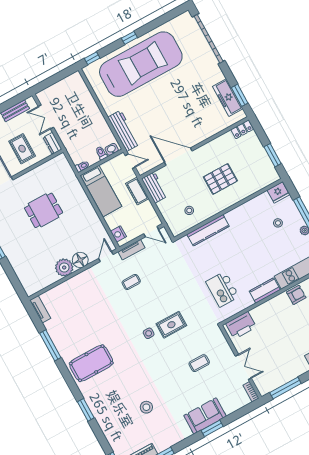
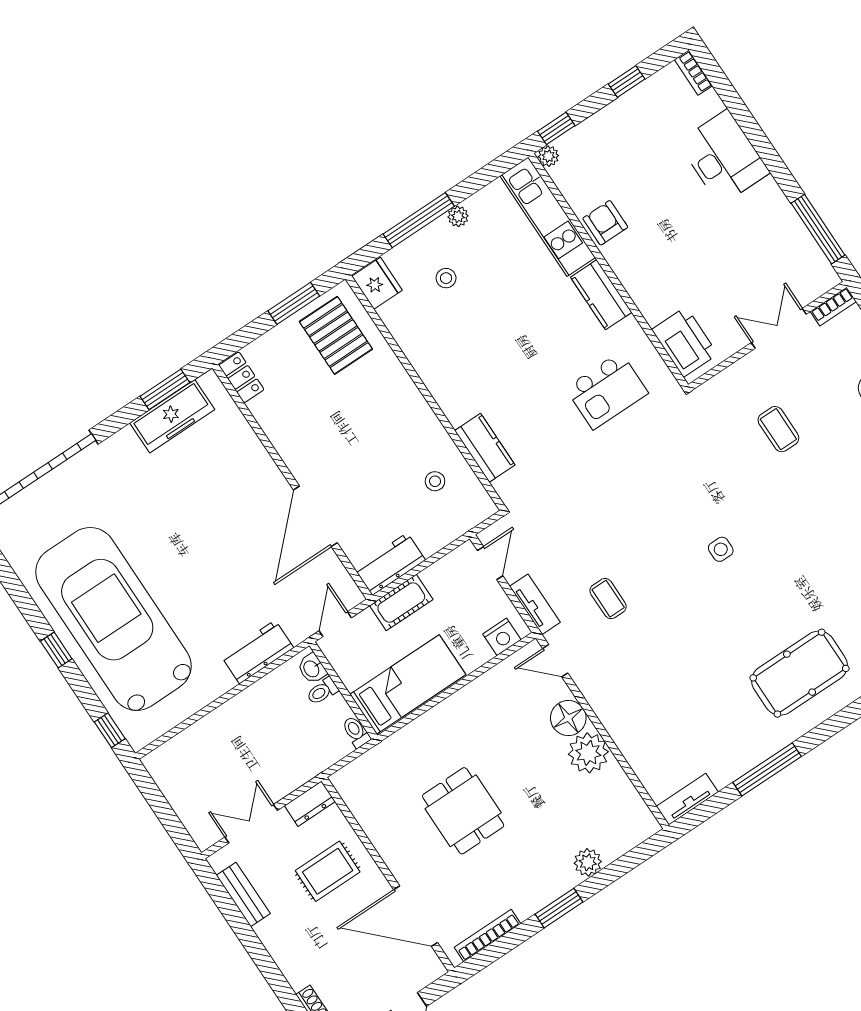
double door: (46, 117) -> (251, 824), swing flipped
workbench: (124, 131) -> (257, 652), width x0.73
pallet: (220, 179) -> (336, 335), moved
kitchen counter: (208, 230) -> (485, 448), width x0.67
plant: (16, 263) -> (588, 862), added
rug: (171, 325) -> (697, 499), removed
pool table: (91, 363) -> (800, 673), turned 90

